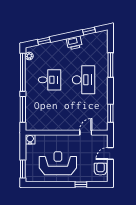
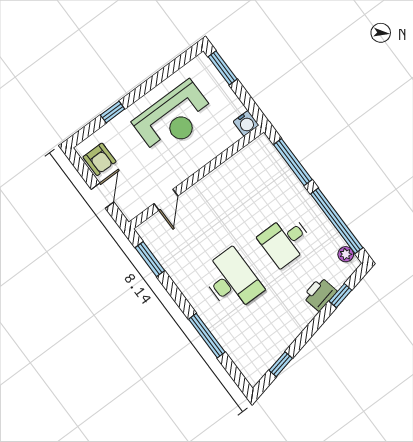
printer: (74, 43) -> (320, 294), moved
desk: (84, 80) -> (232, 281), turned 180

